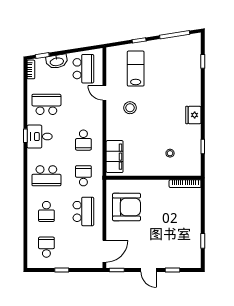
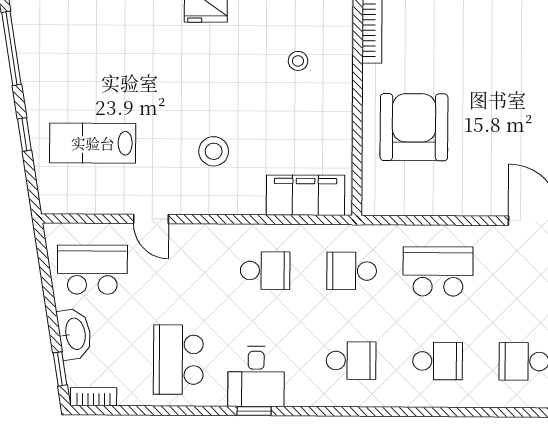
door: (104, 93) -> (151, 219), hinge flipped
stool: (130, 108) -> (214, 151), moved
school desk: (46, 176) -> (351, 361), width x0.54
armchair: (126, 207) -> (414, 127), moved

